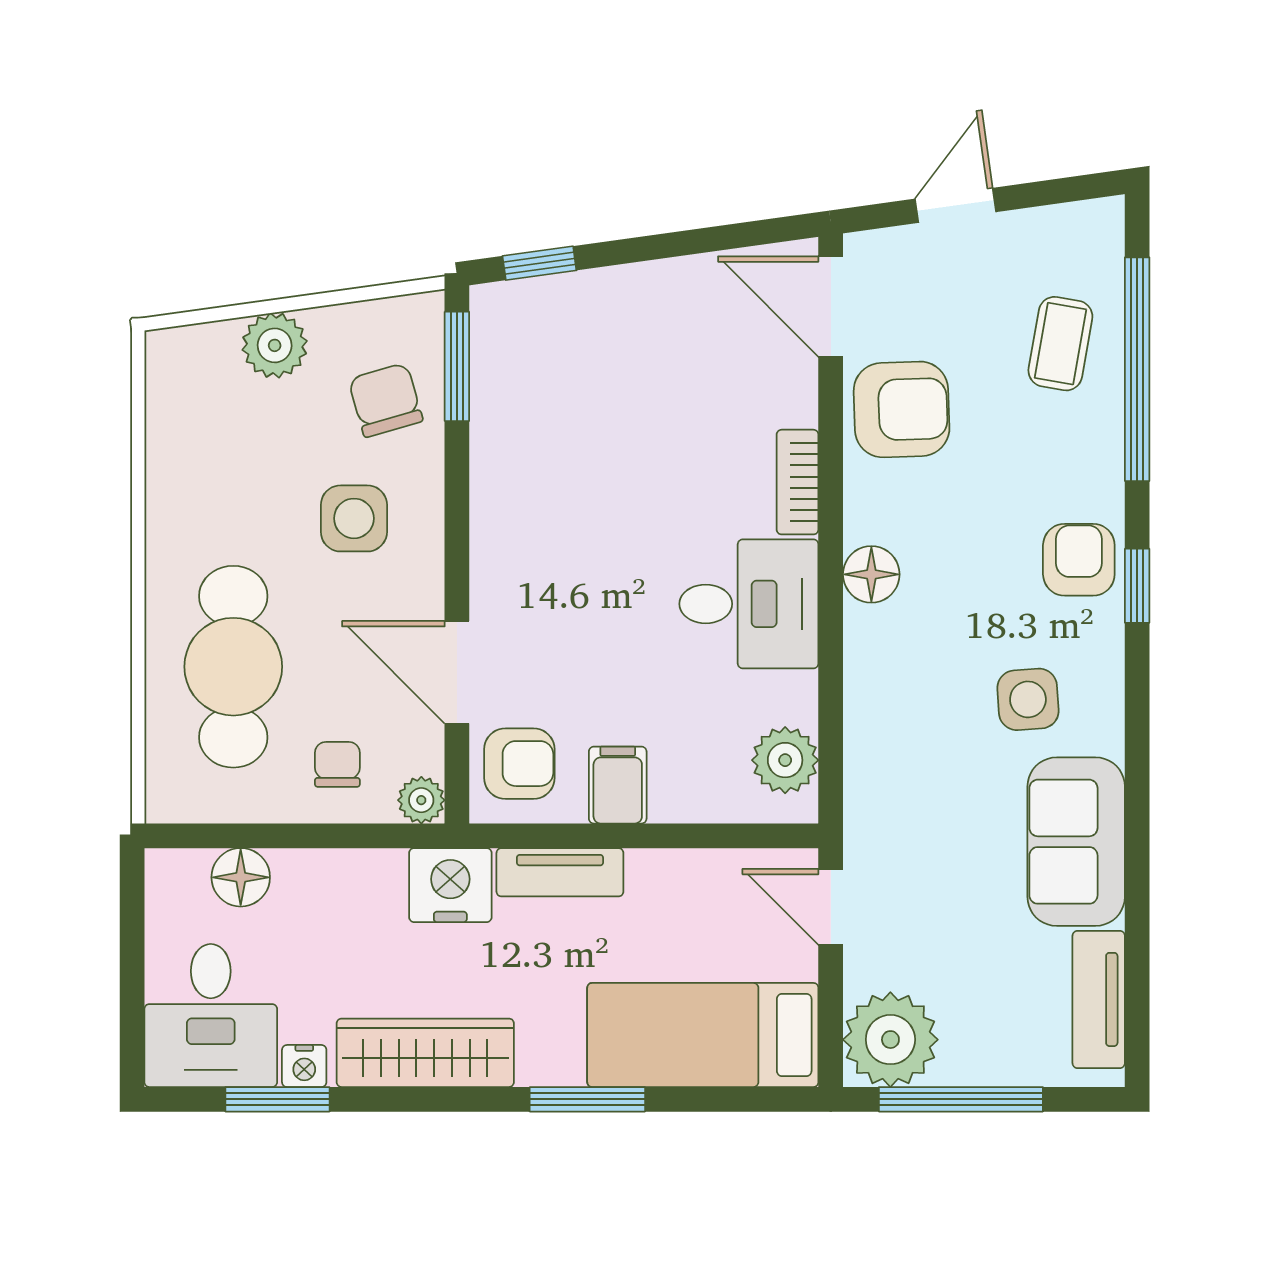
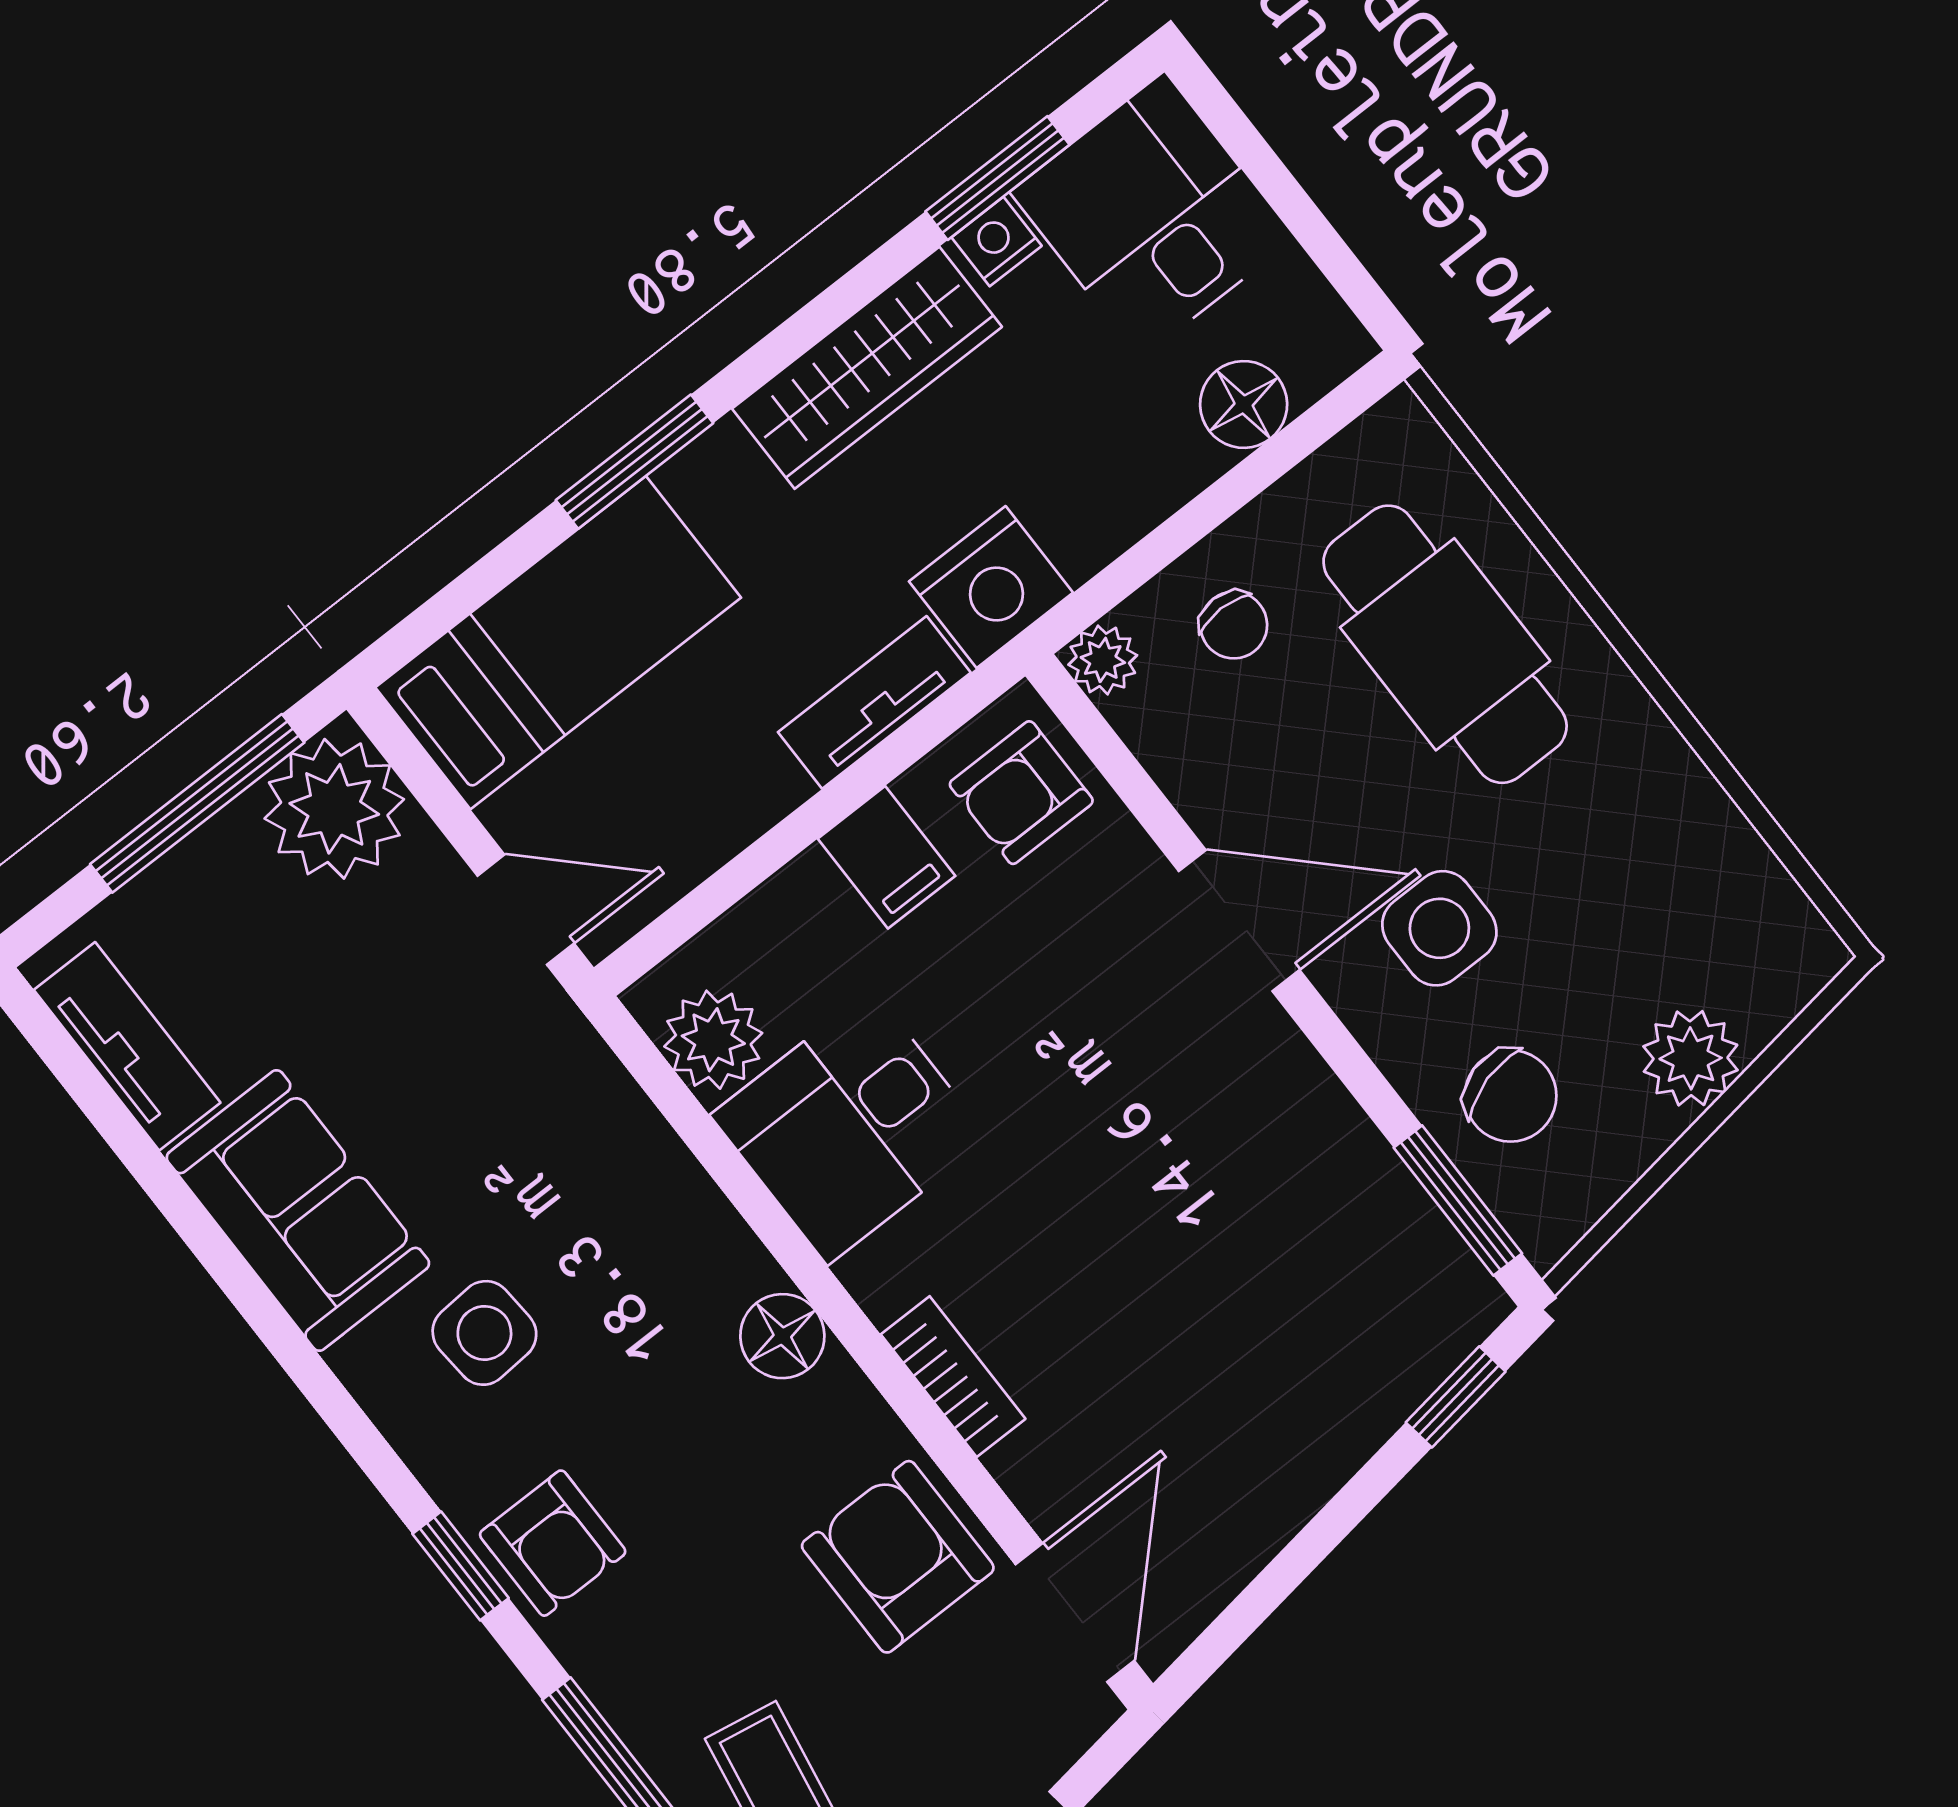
door: (831, 307) -> (1075, 1613), hinge flipped
armchair: (902, 409) -> (898, 1557), turned 92
desk: (749, 604) -> (850, 1127), moved
door: (457, 672) -> (1239, 921), moved

